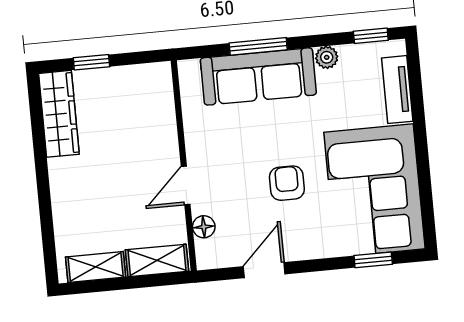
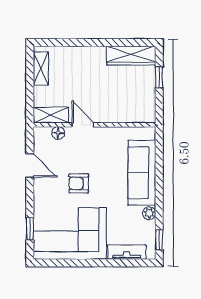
window: (258, 46) -> (159, 174), removed
armchair: (287, 183) -> (79, 183), turned 180
shelving: (157, 260) -> (51, 115), moved, turned 90

